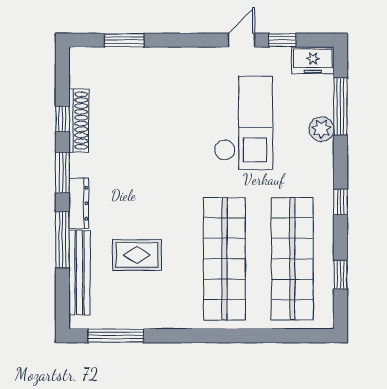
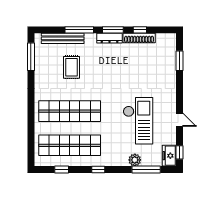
window: (282, 40) -> (179, 152), moved
checkout: (243, 123) -> (138, 121), turned -90
dresser: (79, 203) -> (110, 38), moved

